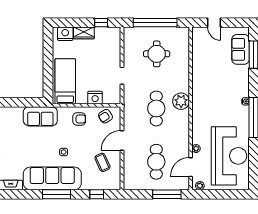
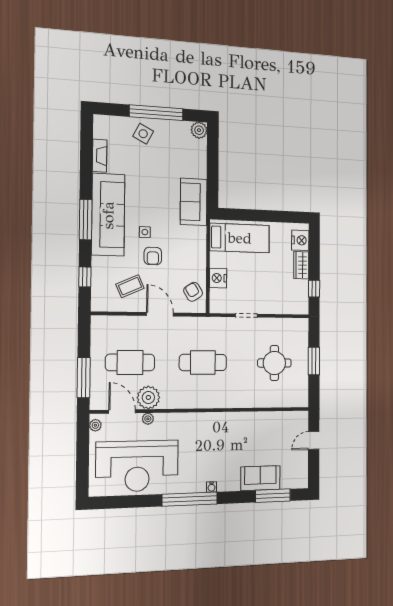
window: (155, 23) -> (314, 361), width x0.47
sofa: (241, 49) -> (260, 478), moved
plant: (181, 101) -> (148, 397), moved
armchair: (79, 119) -> (153, 256), moved

